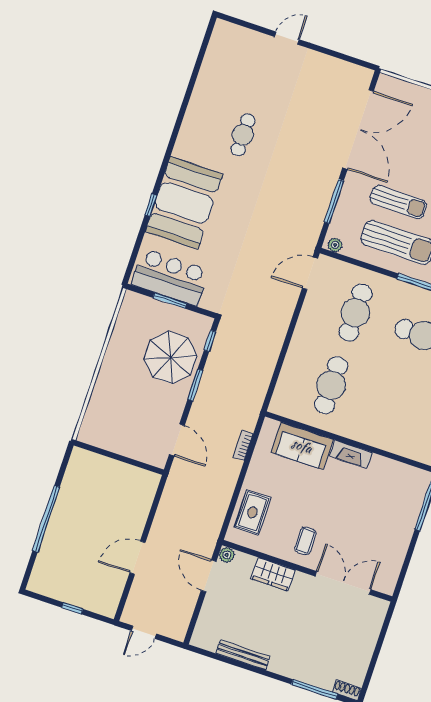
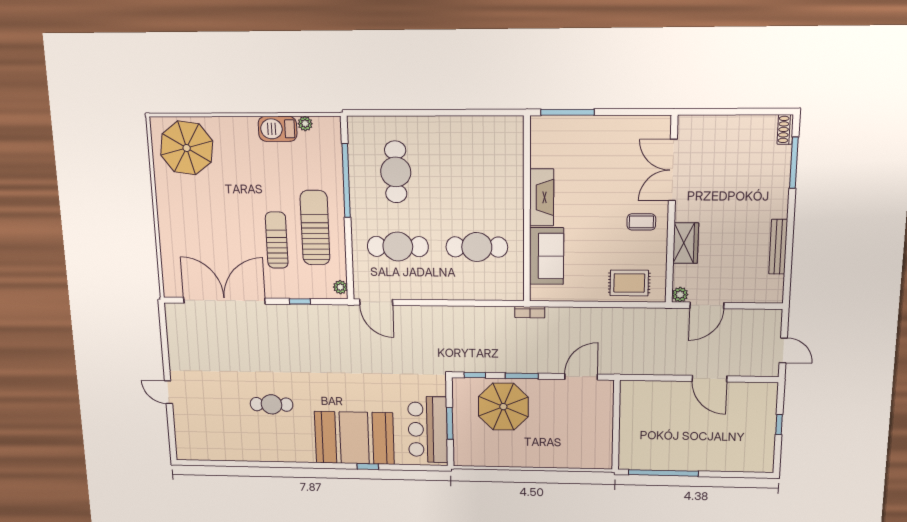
window: (334, 201) -> (300, 301), width x0.46
bookcase: (243, 446) -> (530, 312), moved
fireplace: (351, 454) -> (542, 197), width x1.37, depth x1.32
window: (46, 519) -> (663, 473), moved

